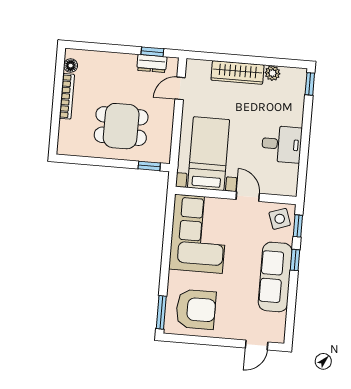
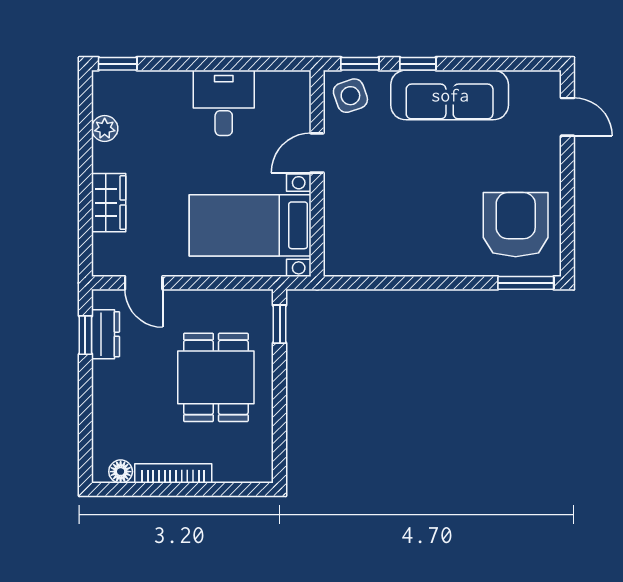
wardrobe: (237, 73) -> (109, 203), width x0.67
corner sofa: (199, 234) -> (387, 231), removed

